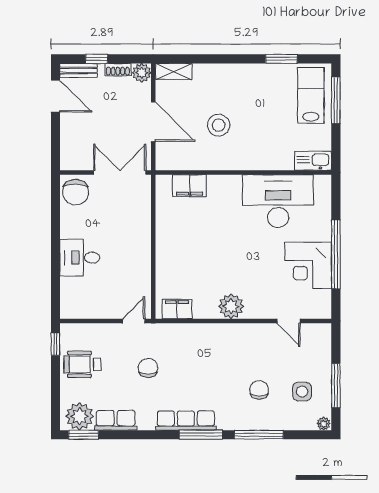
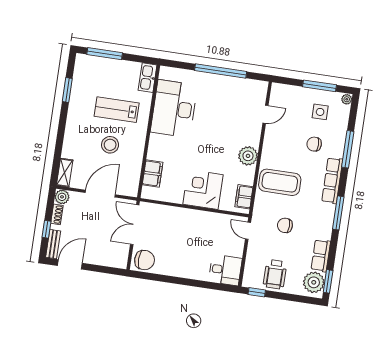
lab bench: (311, 95) -> (117, 110), moved
desk: (80, 258) -> (225, 270), moved, turned -90
corner desk: (308, 265) -> (203, 189), moved, turned 180
coffee table: (203, 353) -> (280, 182), added
row of seats: (186, 421) -> (332, 180), moved
window: (201, 435) -> (338, 213), moved

